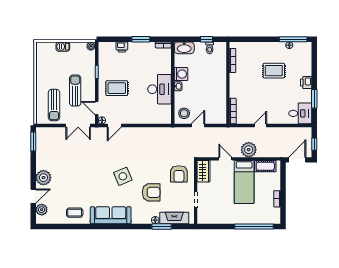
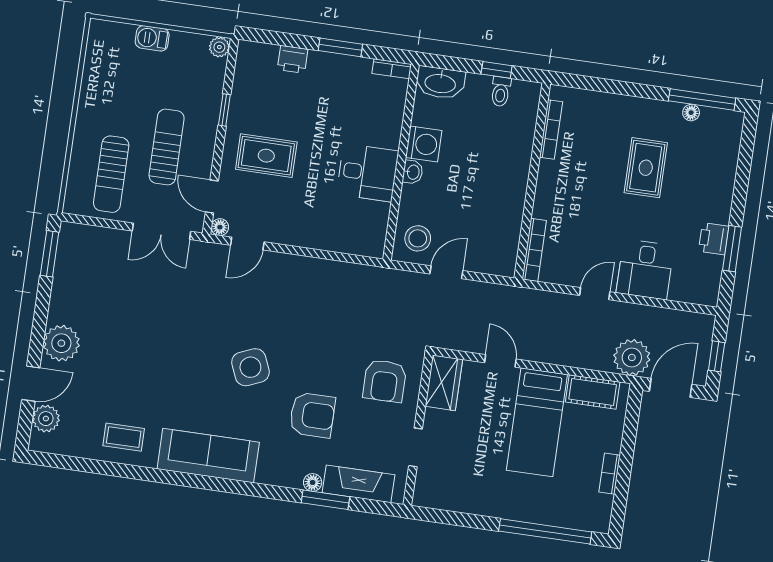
rug: (274, 71) -> (646, 168), turned 90
printer: (306, 83) -> (714, 239), moved
desk: (160, 89) -> (368, 173), width x0.73
desk: (300, 113) -> (645, 269), moved, turned 90
plant: (249, 150) -> (632, 357), moved

